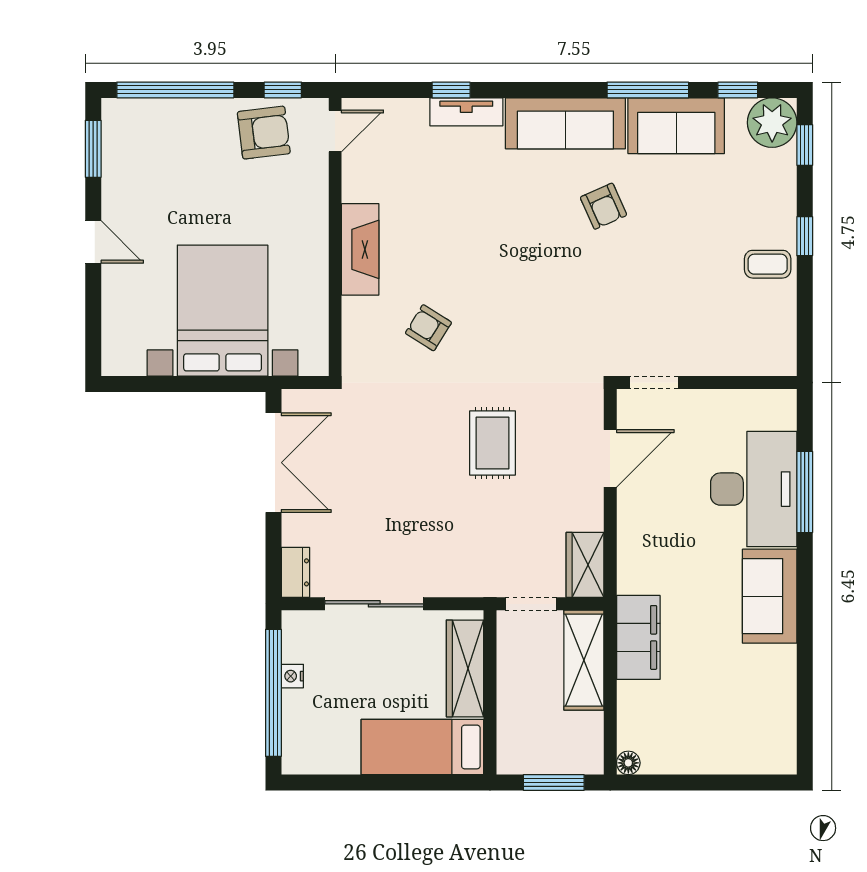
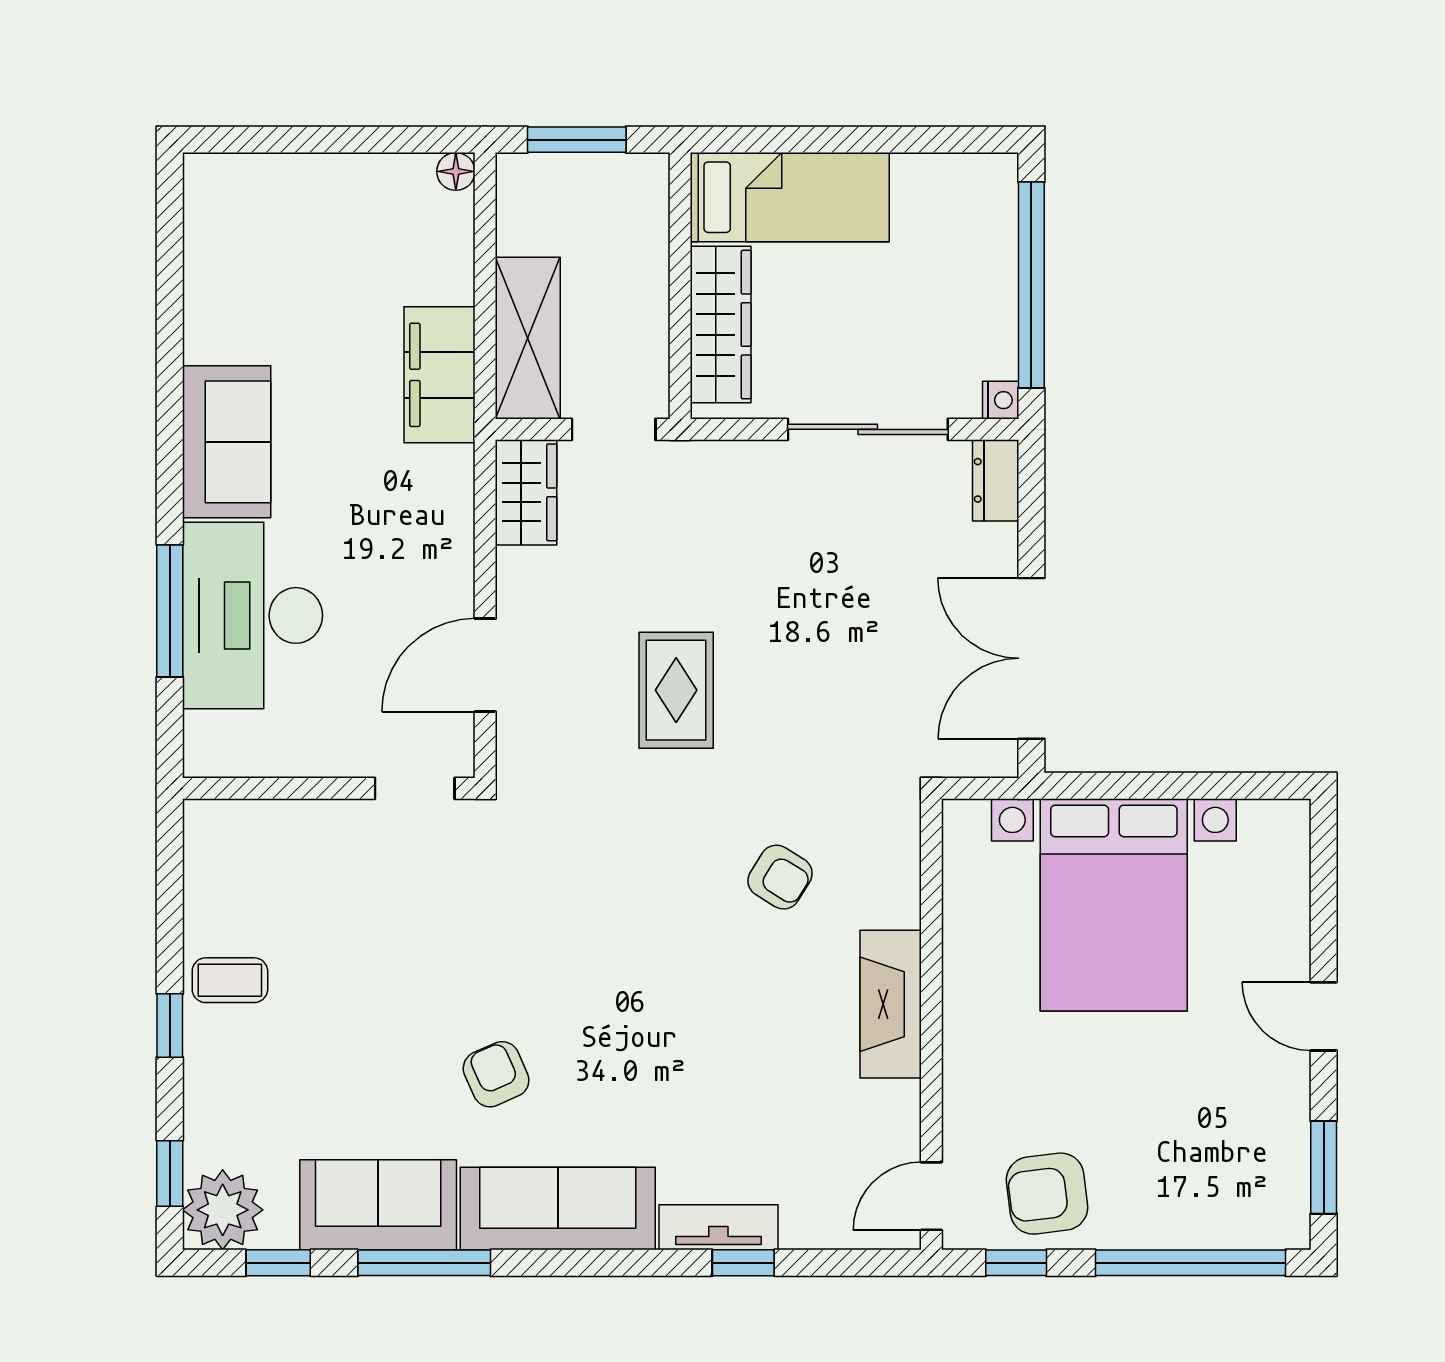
nightstand: (292, 676) -> (1001, 400), moved

